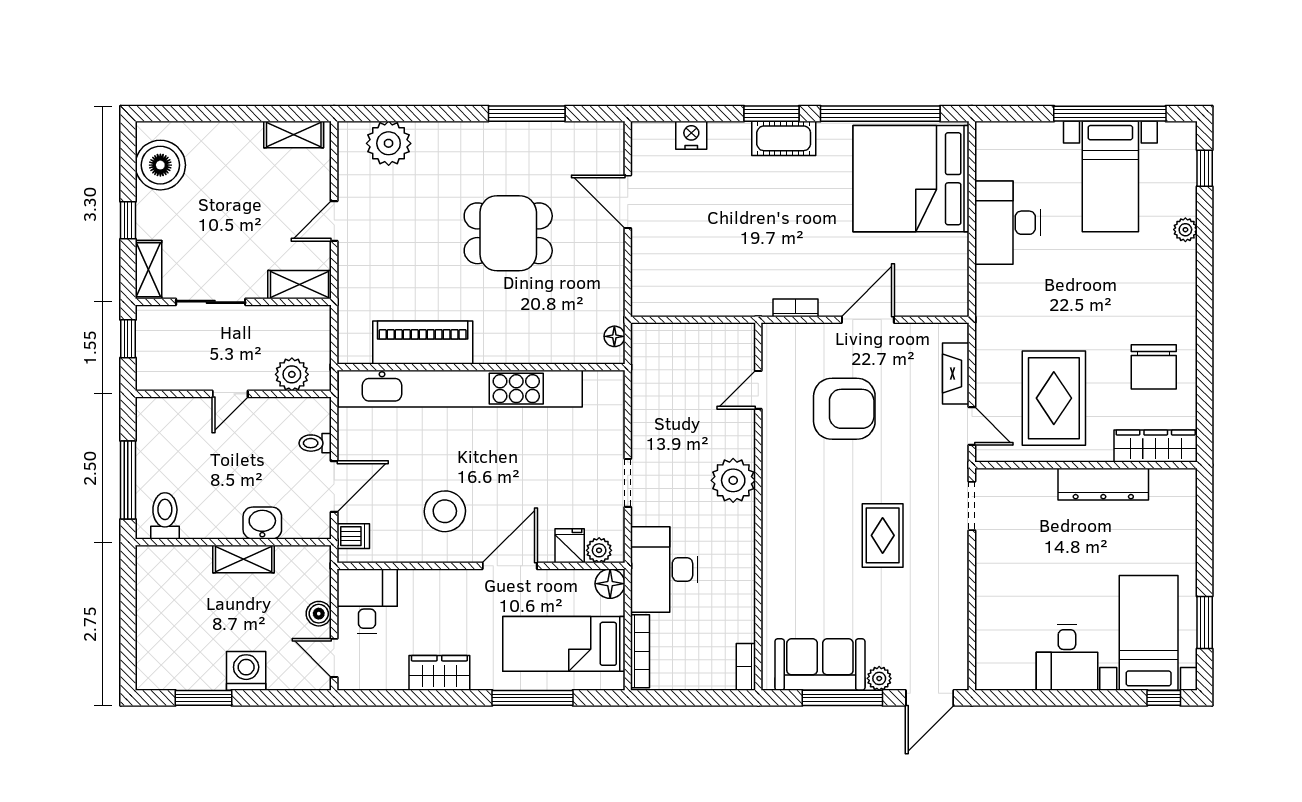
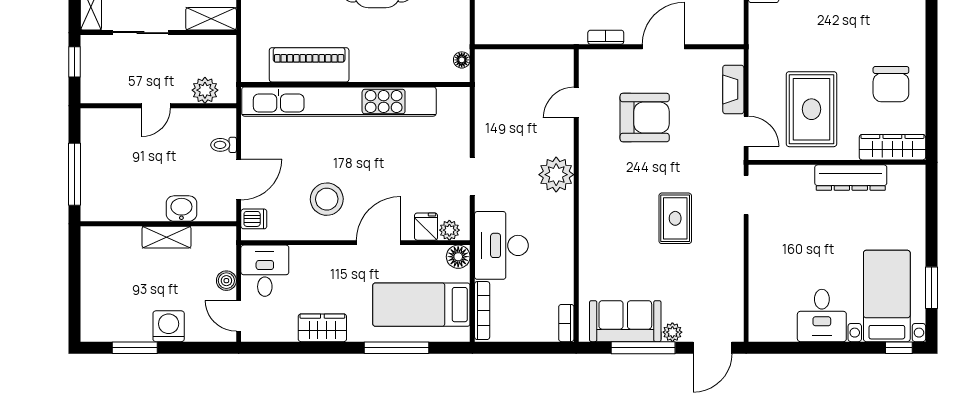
toilet: (165, 516) -> (104, 203), removed

